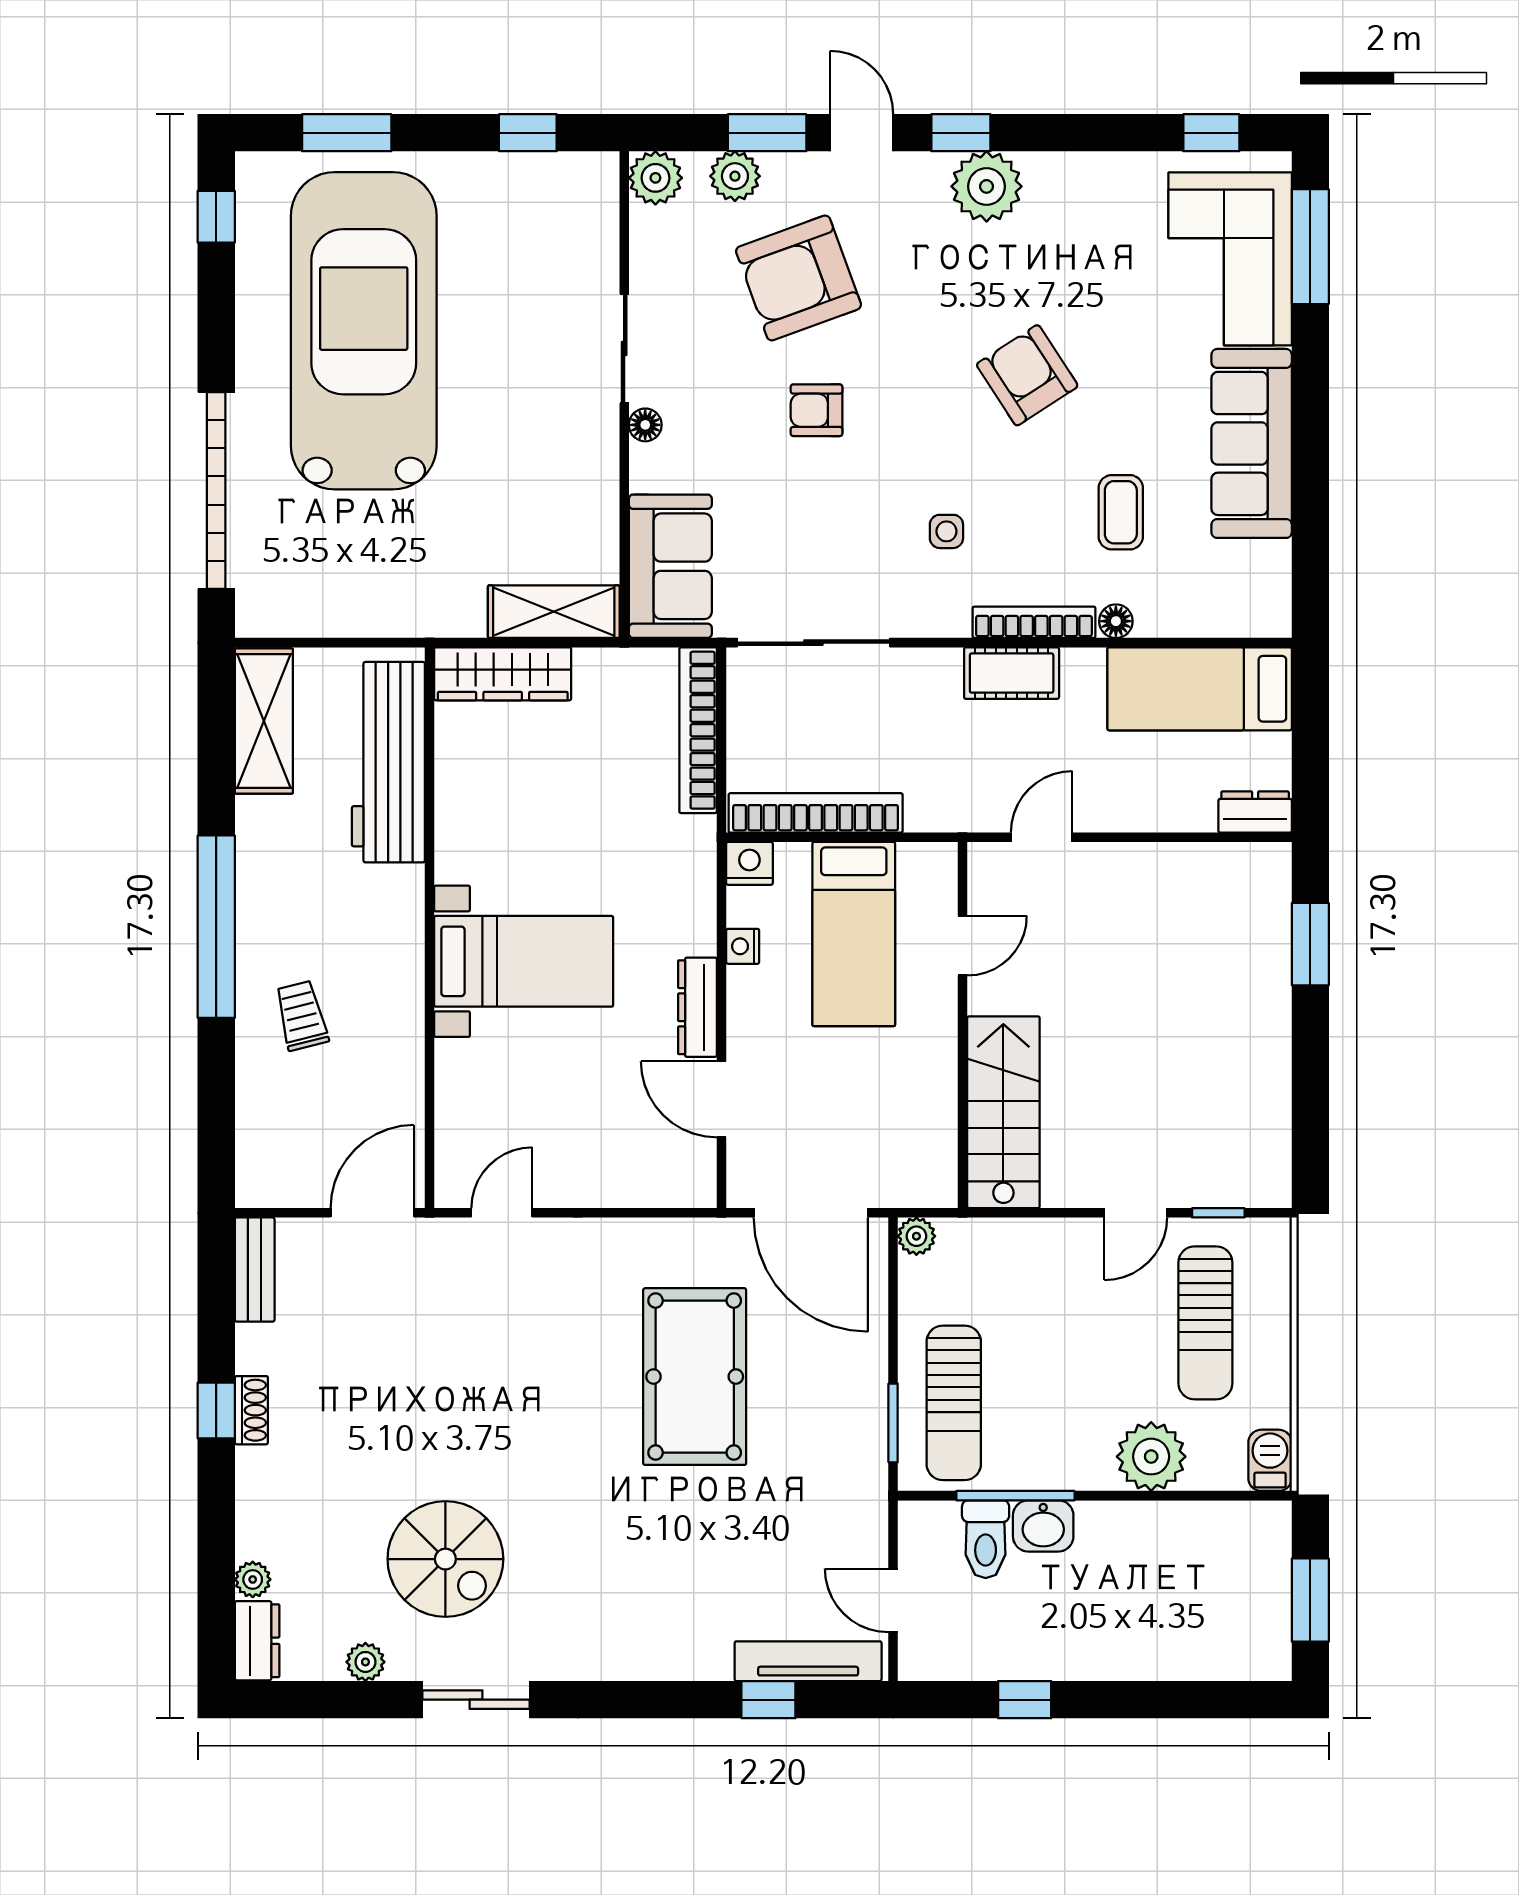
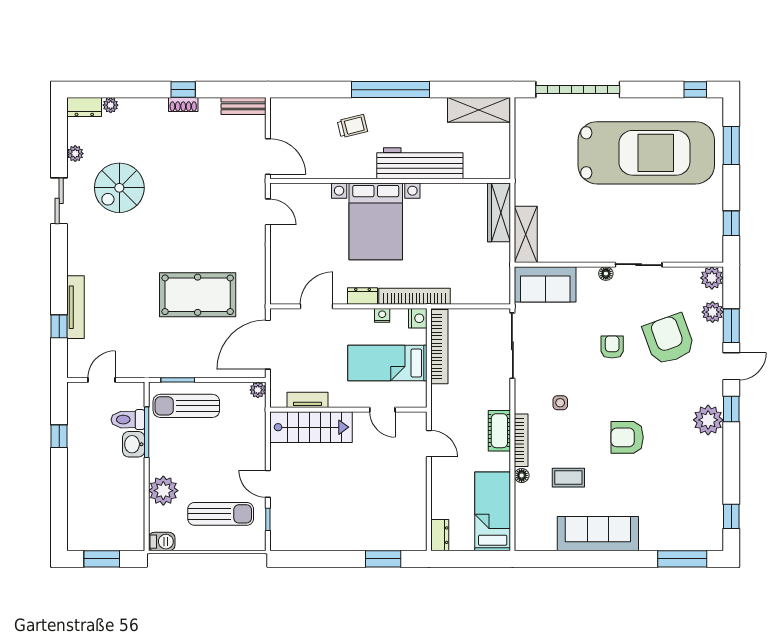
corner sofa: (1230, 259) -> (677, 524), removed
armchair: (1027, 375) -> (627, 437), turned -147
bookcase: (698, 730) -> (414, 296), moved
workbench: (388, 762) -> (420, 163), moved
bed with nightstands: (524, 961) -> (376, 221), width x1.36
dresser: (697, 1007) -> (363, 296), width x0.70
tv unit: (940, 1121) -> (307, 400), added
sun lounger: (1205, 1323) -> (221, 514), turned 180
tv unit: (808, 1661) -> (76, 307), moved

